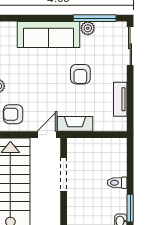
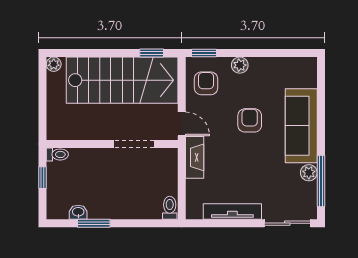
armchair: (80, 74) -> (250, 120), moved, turned 90
tv unit: (120, 99) -> (232, 211), width x1.41
toilet: (117, 183) -> (170, 208), moved

